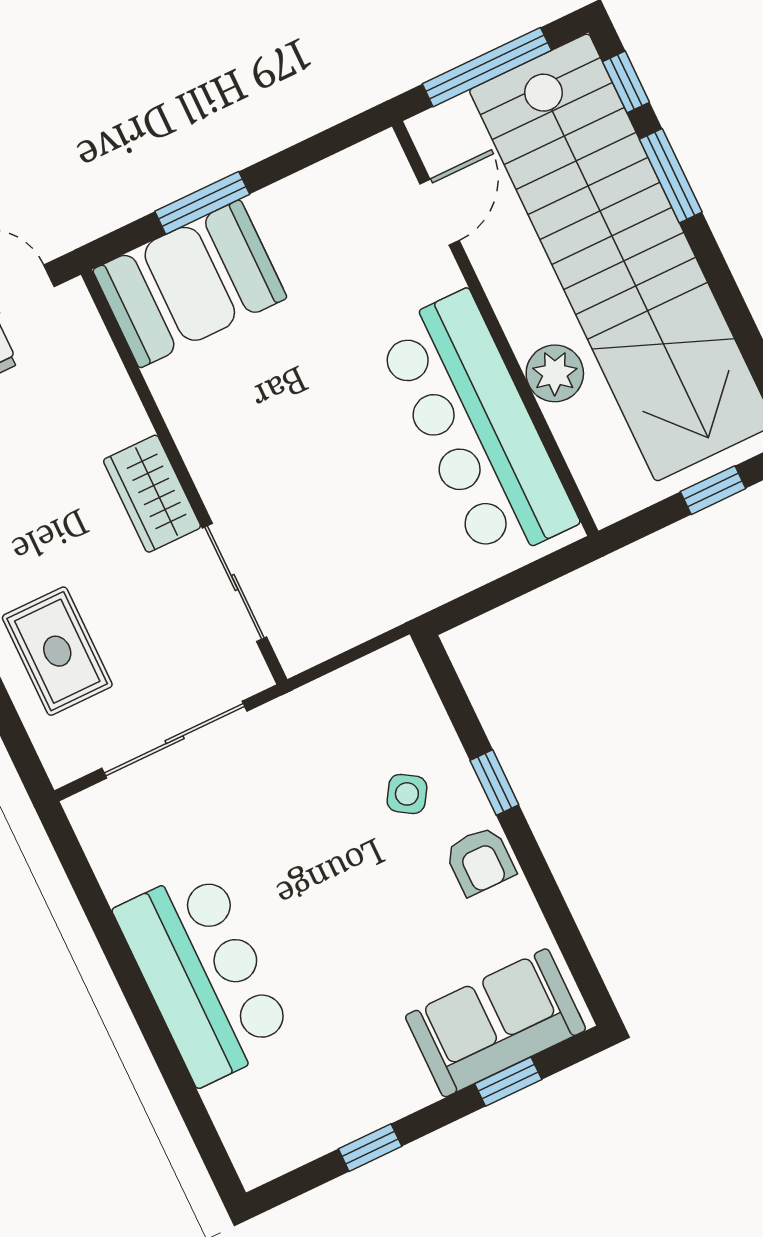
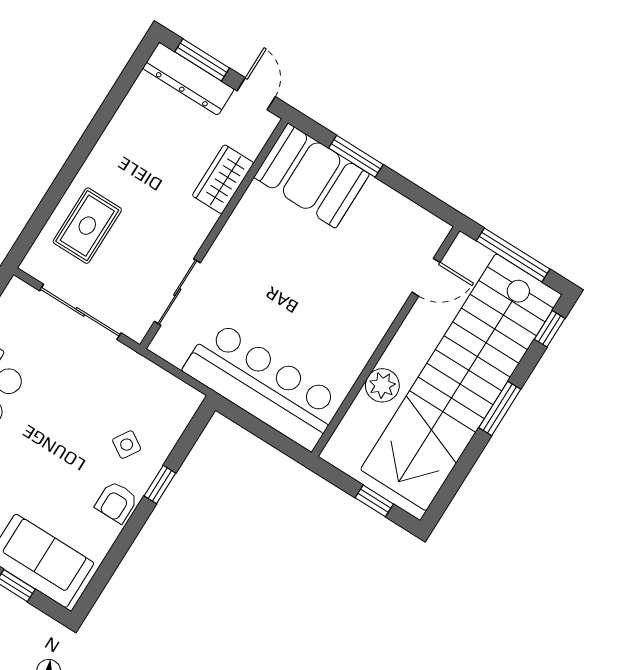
window: (671, 176) -> (500, 408), moved
bar counter: (476, 428) -> (263, 385), moved, turned 90
wardrobe: (152, 494) -> (223, 179), moved

